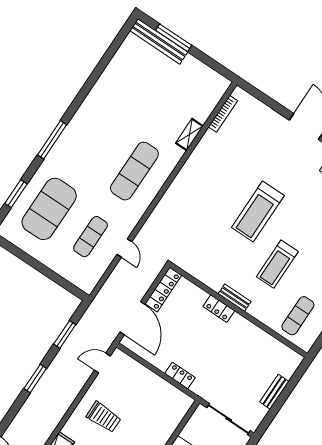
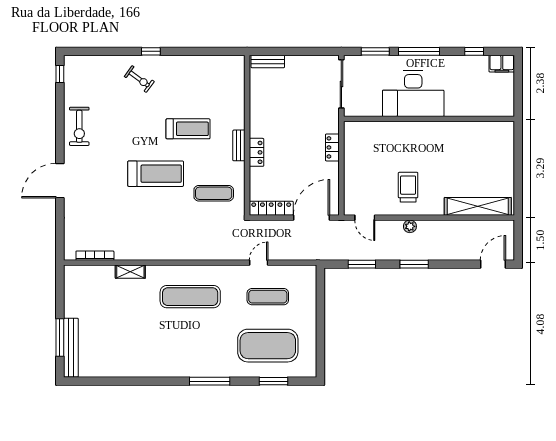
exercise mat: (298, 316) -> (214, 193), moved
bench: (274, 392) -> (268, 62), moved
plant: (69, 396) -> (410, 226), added

